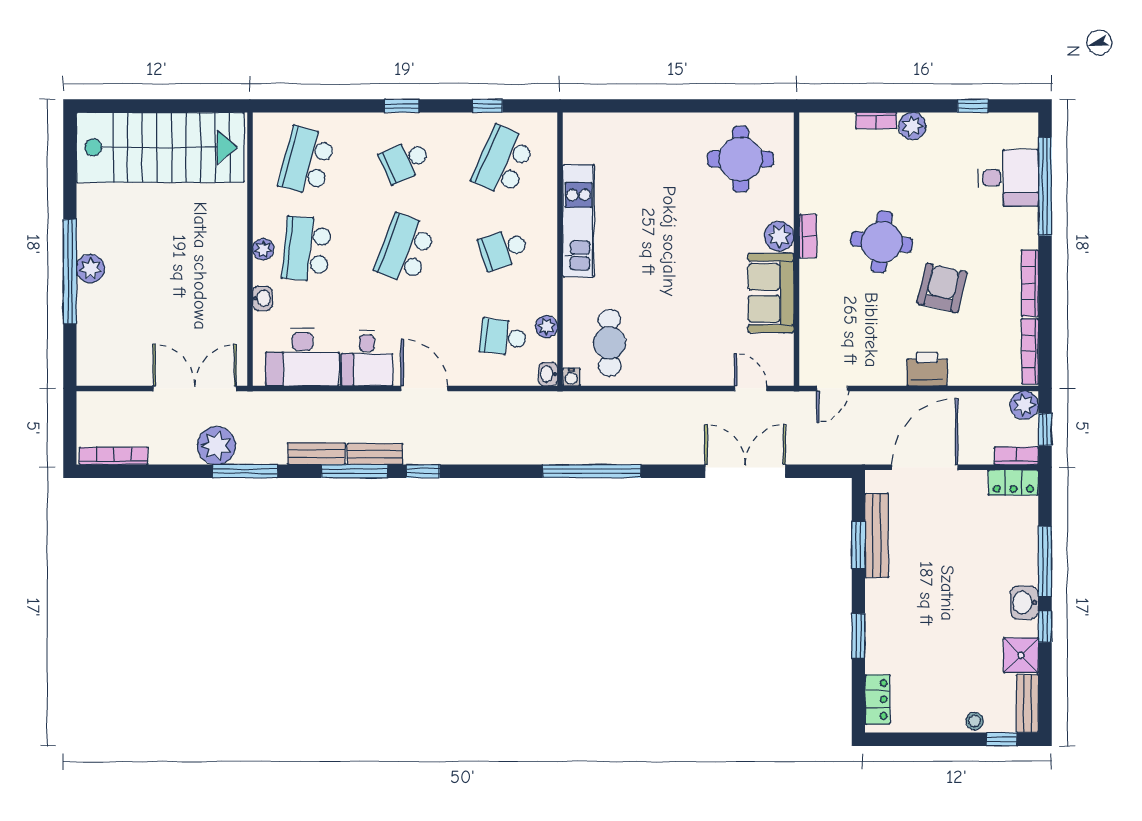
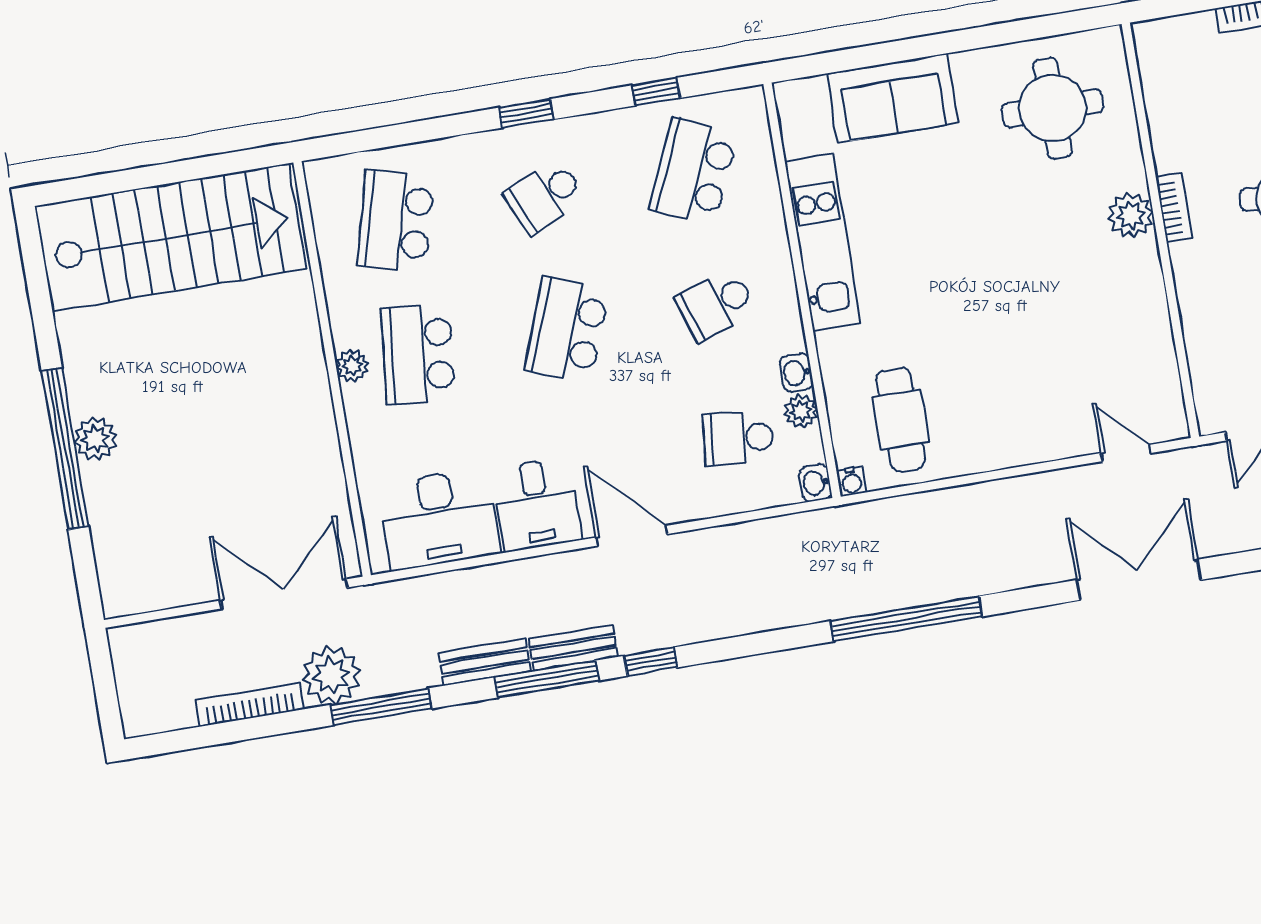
sofa: (771, 293) -> (893, 98), moved, turned -90
washbasin: (262, 298) -> (796, 373), moved, turned 180
bookcase: (113, 456) -> (250, 705), moved

